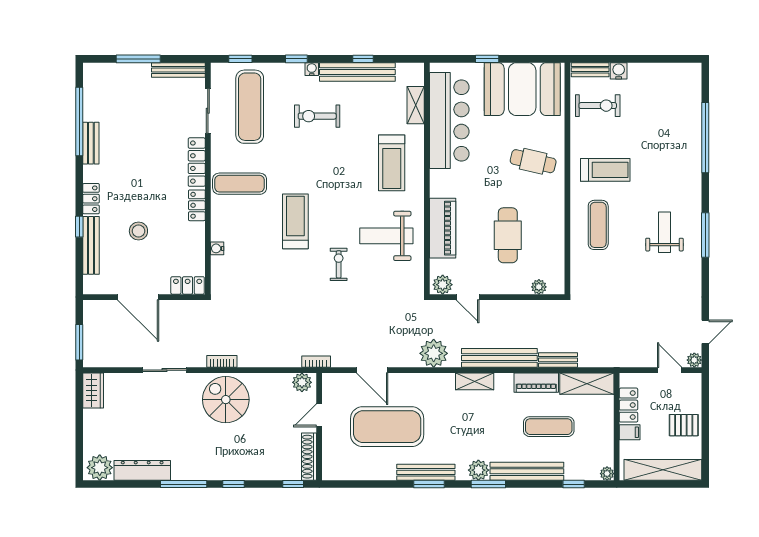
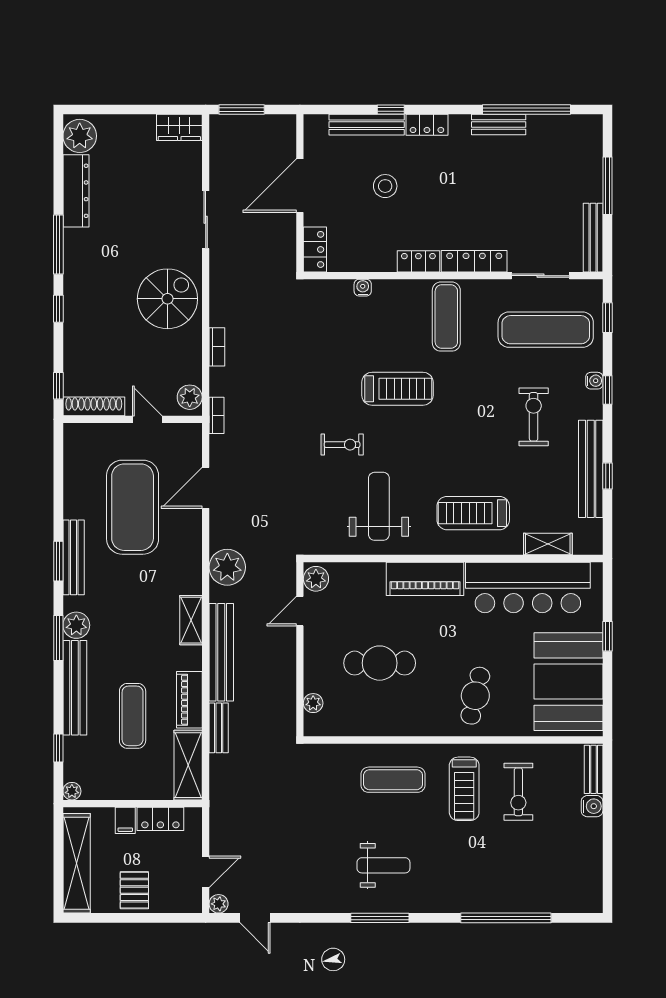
water cooler: (312, 69) -> (594, 381), moved
exercise bike: (598, 106) -> (518, 792), moved
piano: (443, 228) -> (425, 579), moved
bookcase: (222, 361) -> (217, 347), moved

